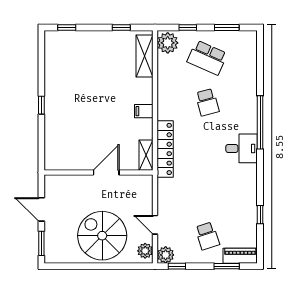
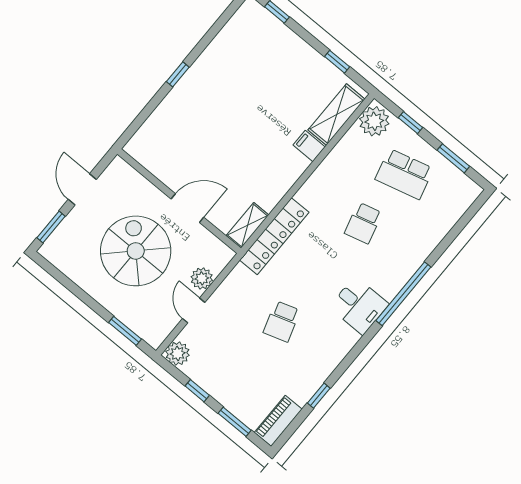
school desk: (207, 58) -> (404, 174), turned -39
filing cabinet: (144, 111) -> (309, 146), moved
spiral stairs: (102, 236) -> (136, 251), moved
school desk: (207, 236) -> (282, 321), moved
plant: (145, 251) -> (202, 278), moved
piano: (240, 256) -> (278, 421), moved, turned -90
window: (127, 266) -> (125, 331), added
window: (177, 266) -> (197, 391), moved

